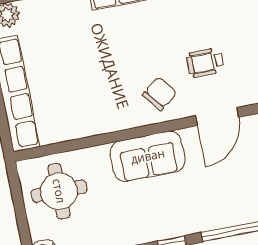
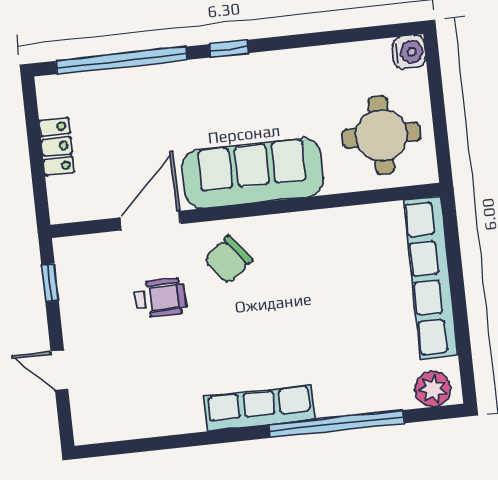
sofa: (148, 156) -> (253, 173), width x1.36

